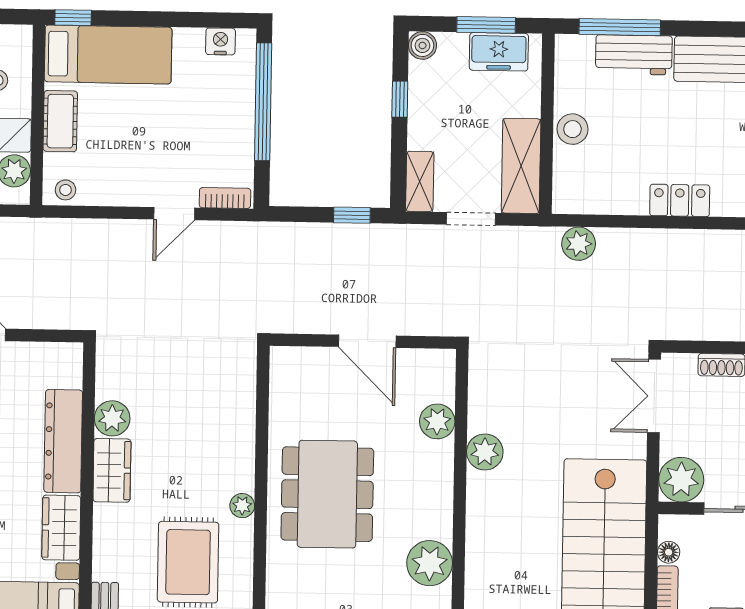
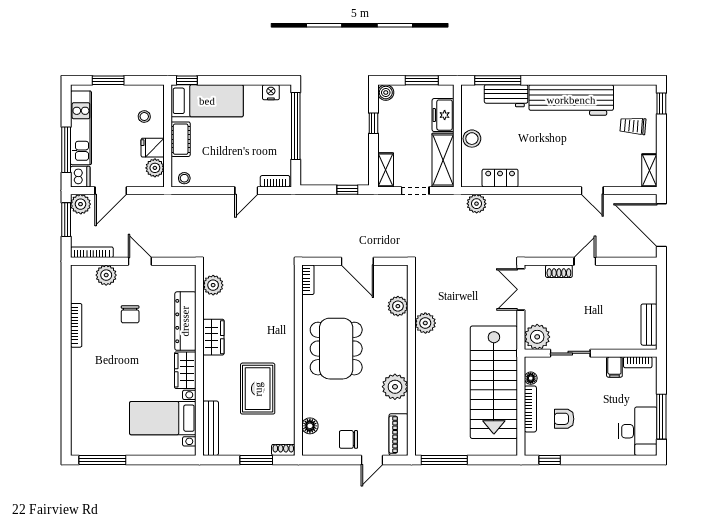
freezer: (499, 52) -> (443, 115), moved, turned 90
locker: (680, 200) -> (500, 178), moved
bookcase: (280, 372) -> (308, 280), added
plant: (112, 418) -> (213, 285), moved
plant: (242, 506) -> (288, 356), removed

